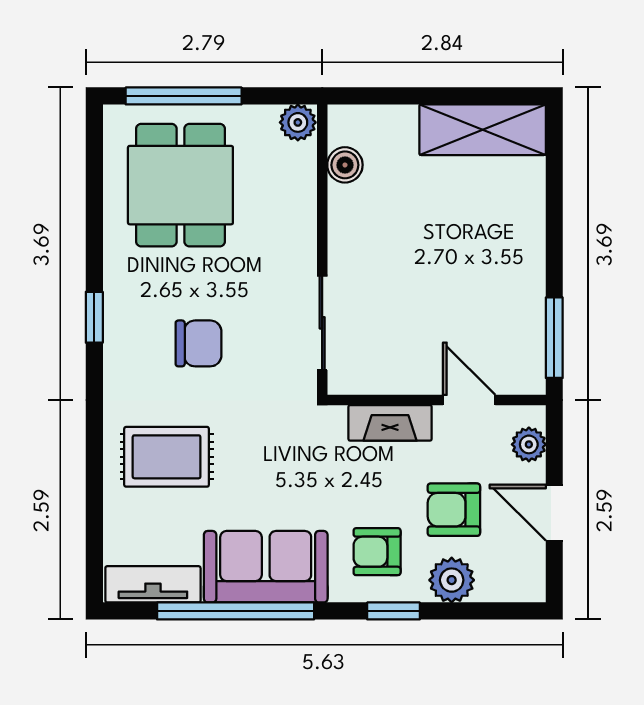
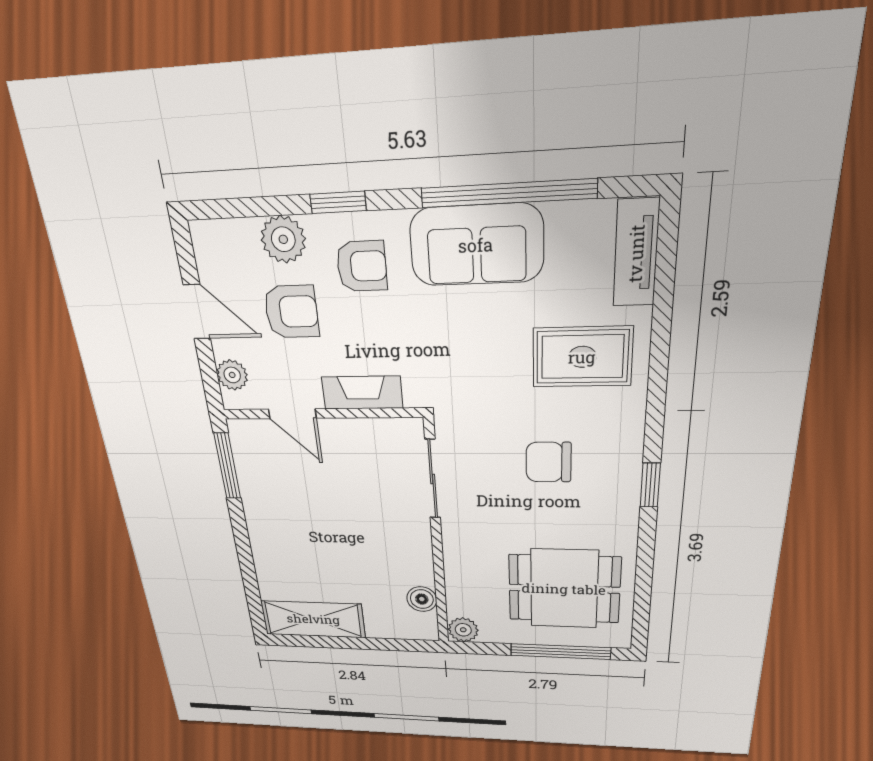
dining table: (180, 185) -> (564, 589), turned 90
tv unit: (153, 584) -> (636, 253), moved, turned 90

